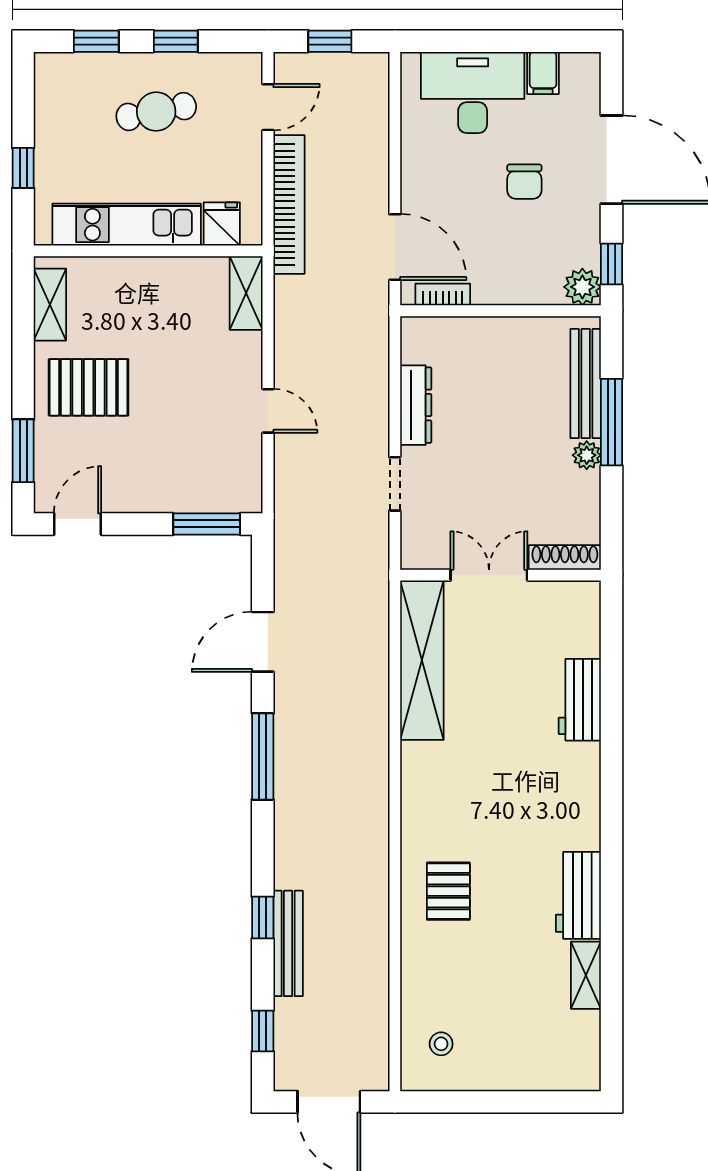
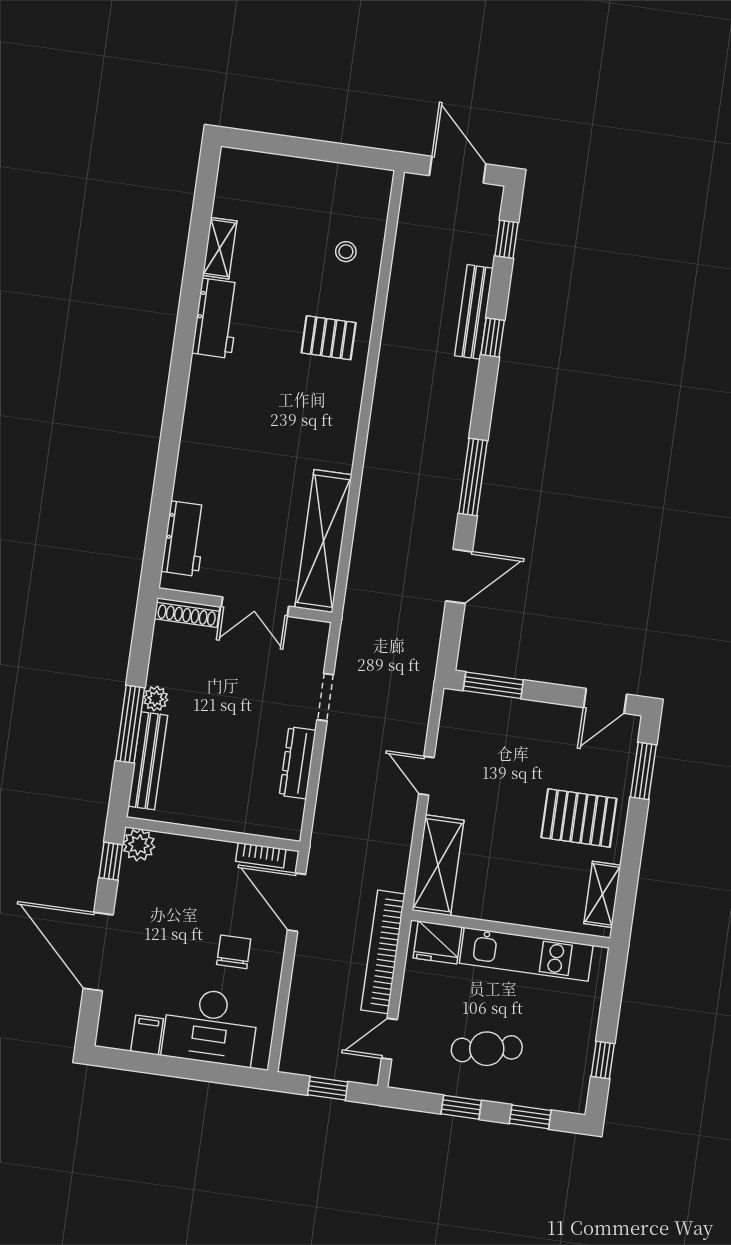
window: (23, 168) -> (603, 1060), moved
chair: (524, 182) -> (234, 952), moved
fridge: (222, 224) -> (438, 942), width x1.38
shelving: (246, 293) -> (438, 865), width x1.50, depth x1.33
workbench: (580, 700) -> (184, 539), moved
pallet: (448, 891) -> (329, 338), turned 90
stool: (441, 1044) -> (346, 252), moved

